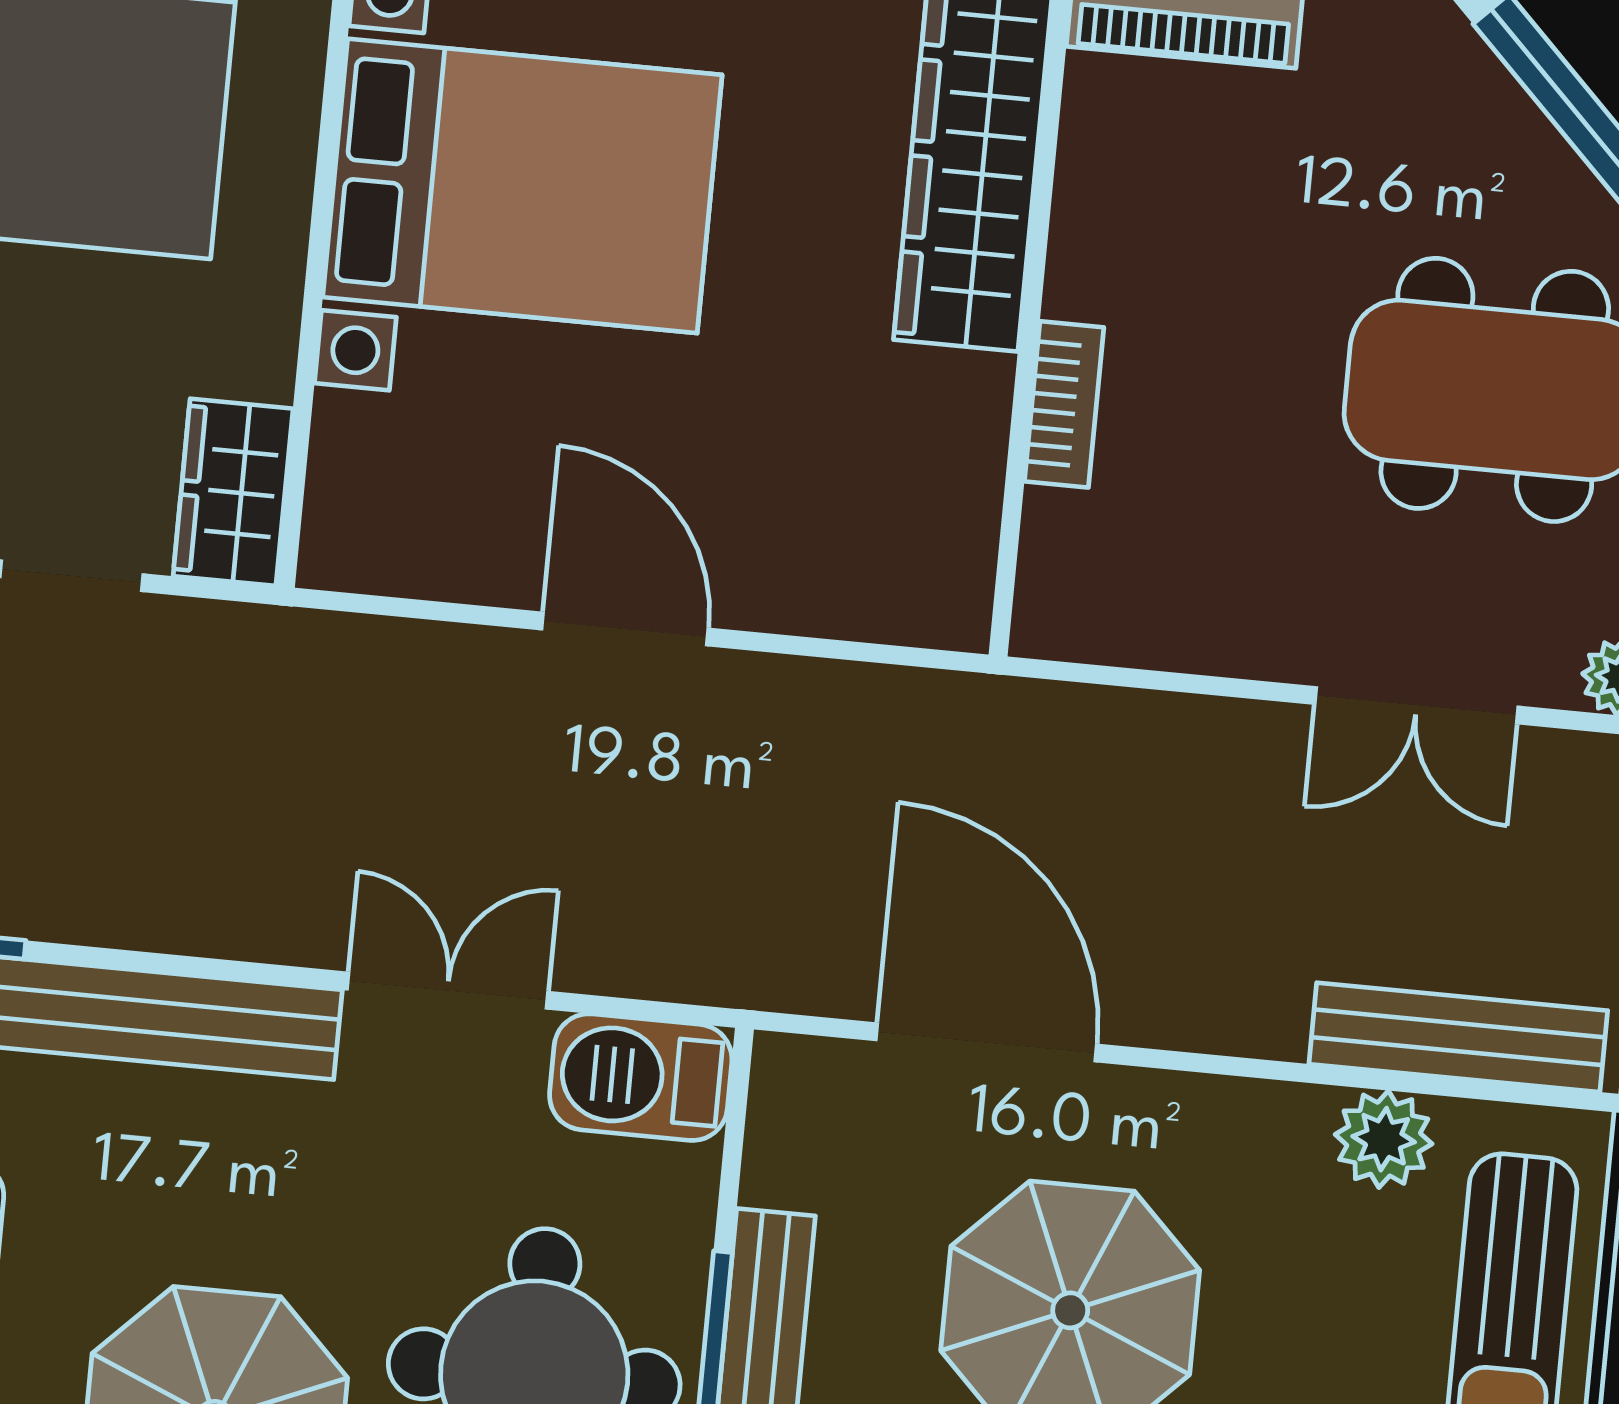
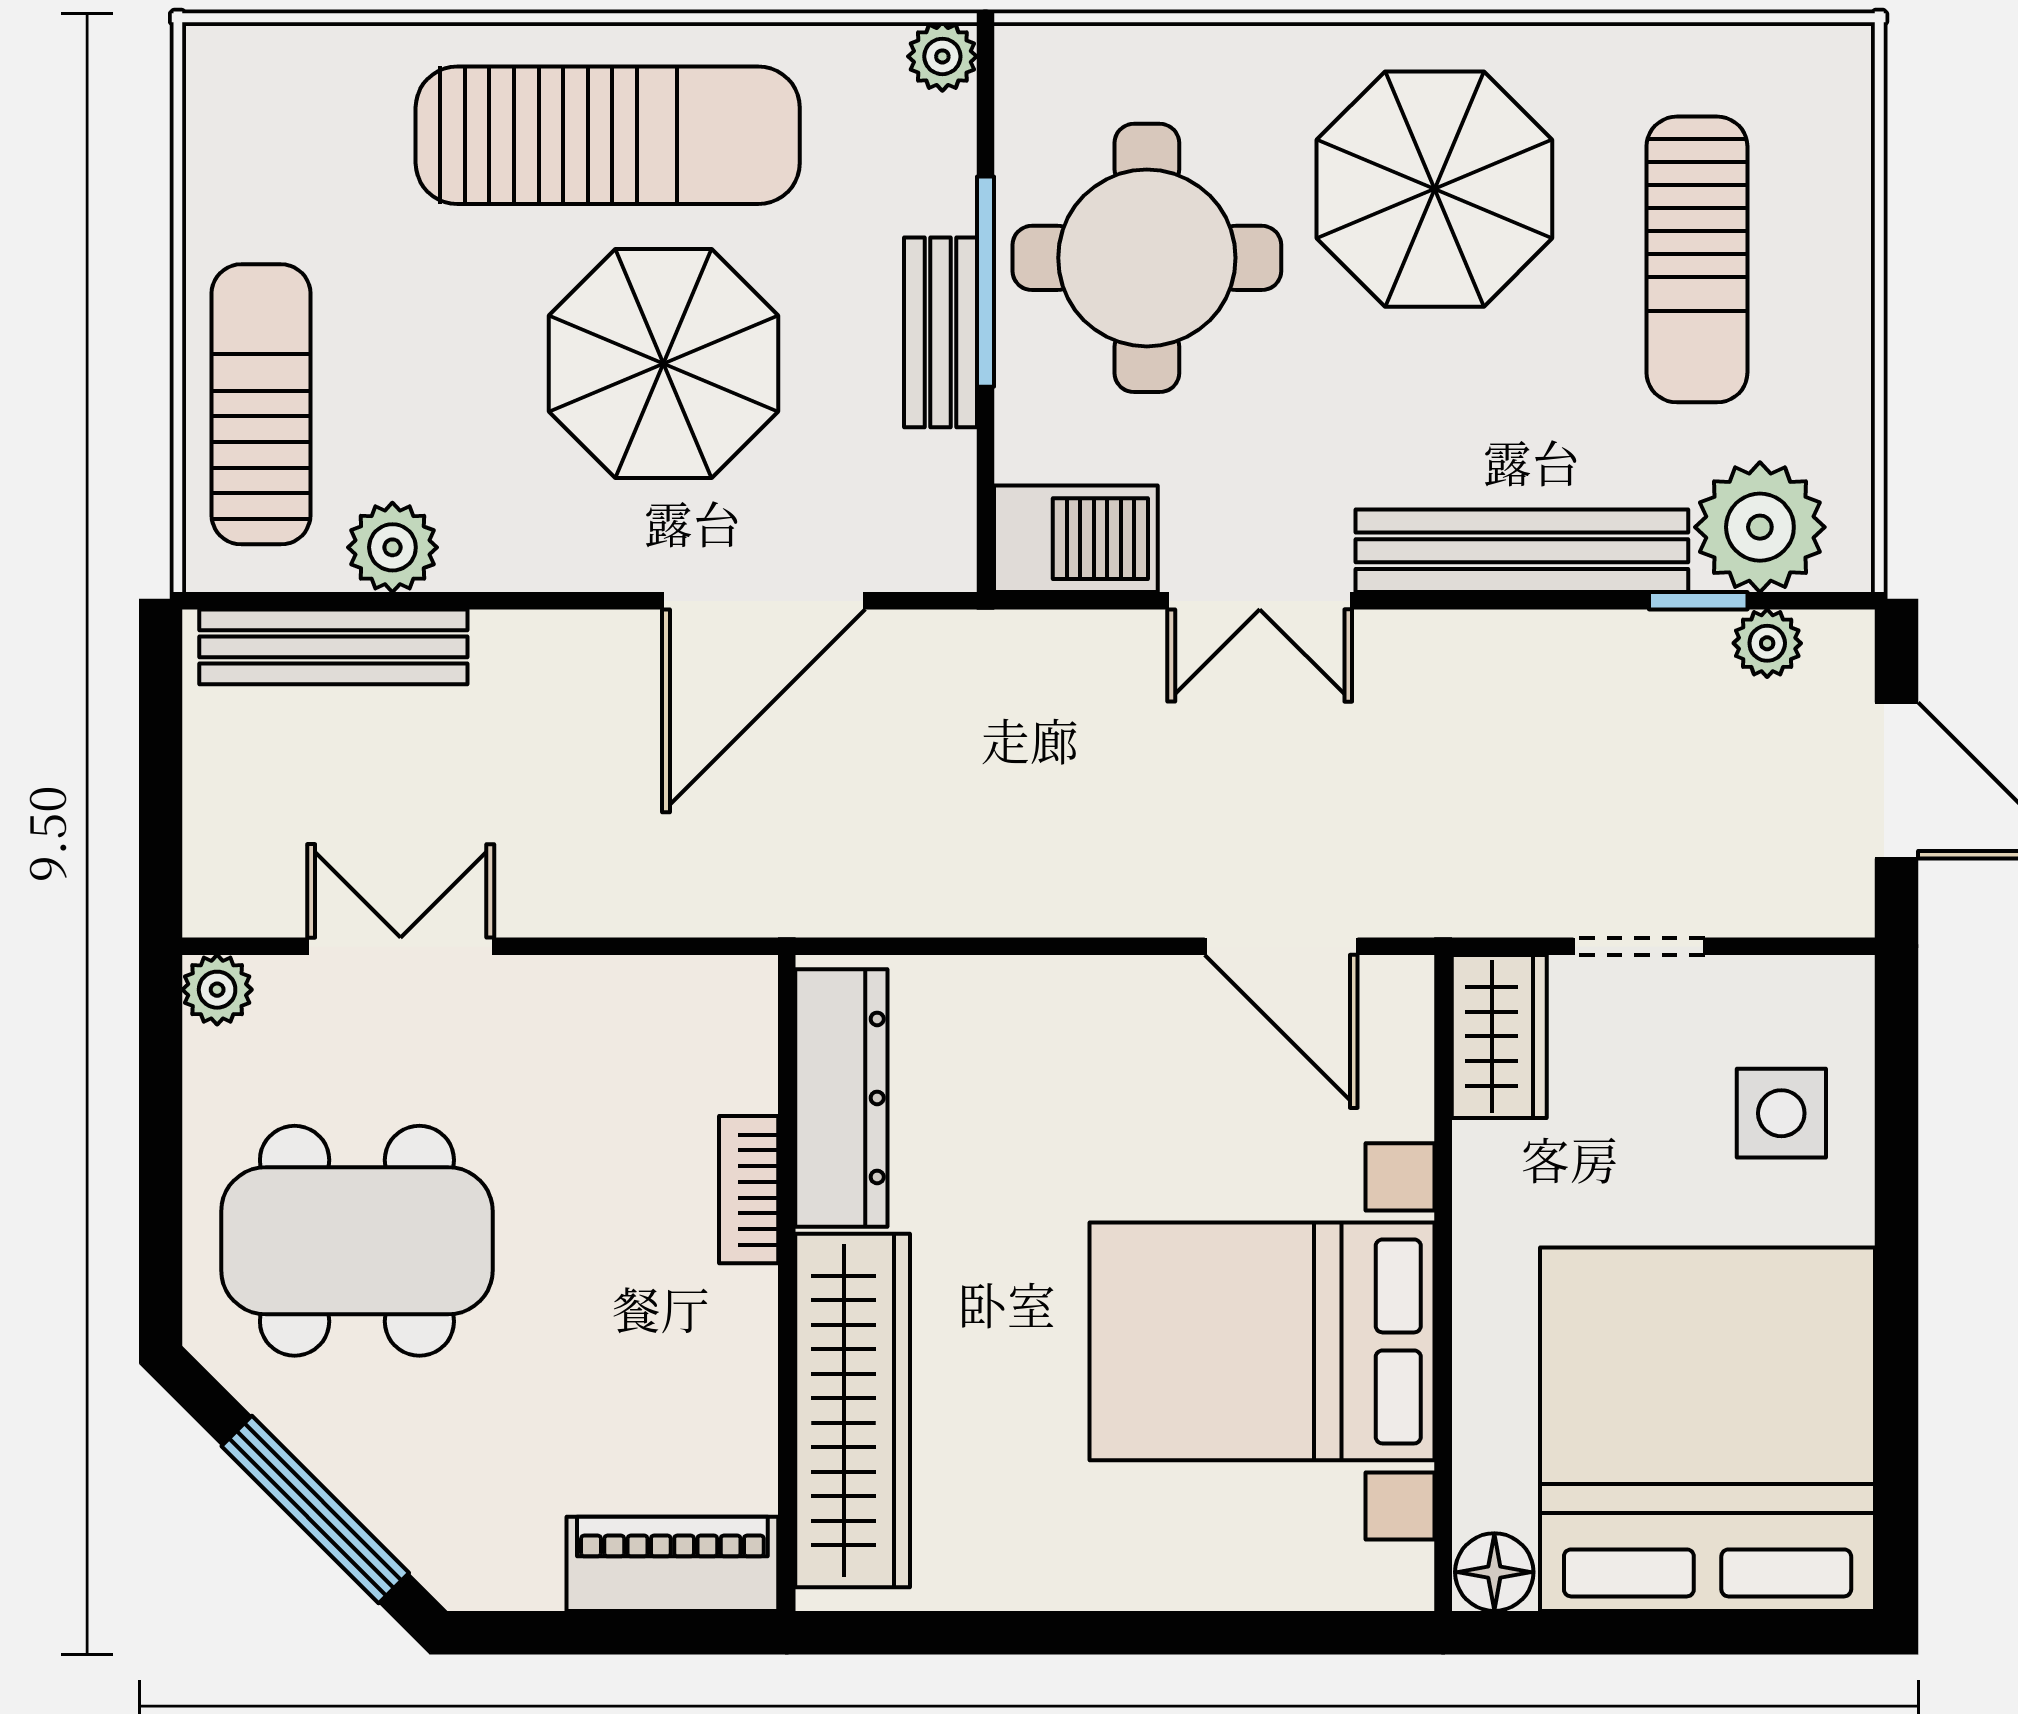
dresser: (954, 494) -> (841, 1098), added
door: (625, 629) -> (1281, 946), moved
door: (986, 1042) -> (764, 601), hinge flipped

